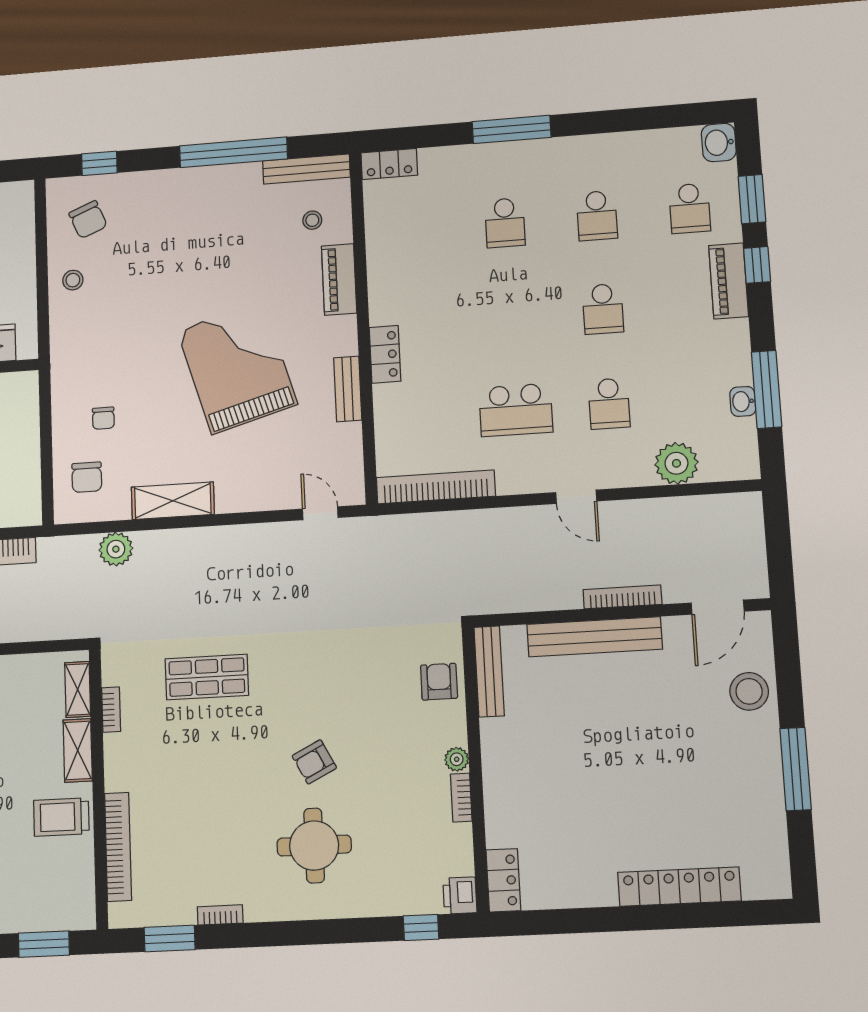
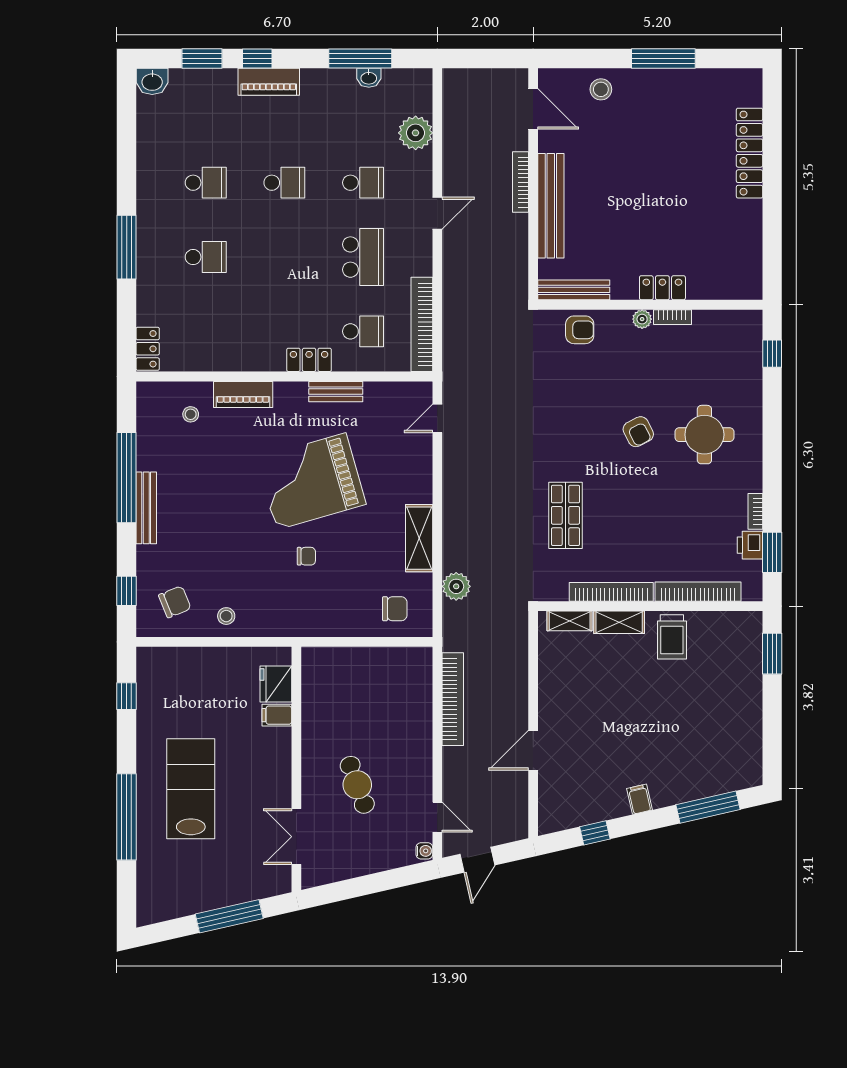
bench: (306, 169) -> (146, 508), moved
school desk: (690, 208) -> (363, 331), moved
chair: (103, 418) -> (306, 556), moved
armchair: (439, 682) -> (580, 330), turned 180
stool: (749, 691) -> (601, 89), width x0.73, depth x0.73
bookcase: (111, 710) -> (611, 592), width x2.31, depth x1.31
locker: (503, 880) -> (662, 288), moved
printer: (460, 895) -> (750, 545), moved, turned 90

